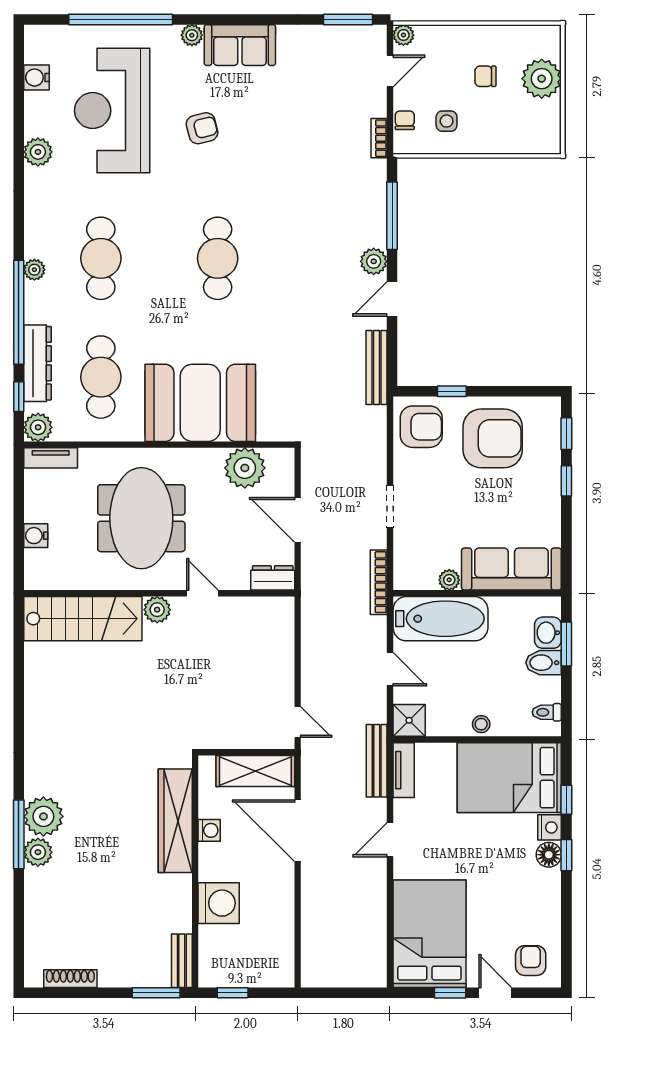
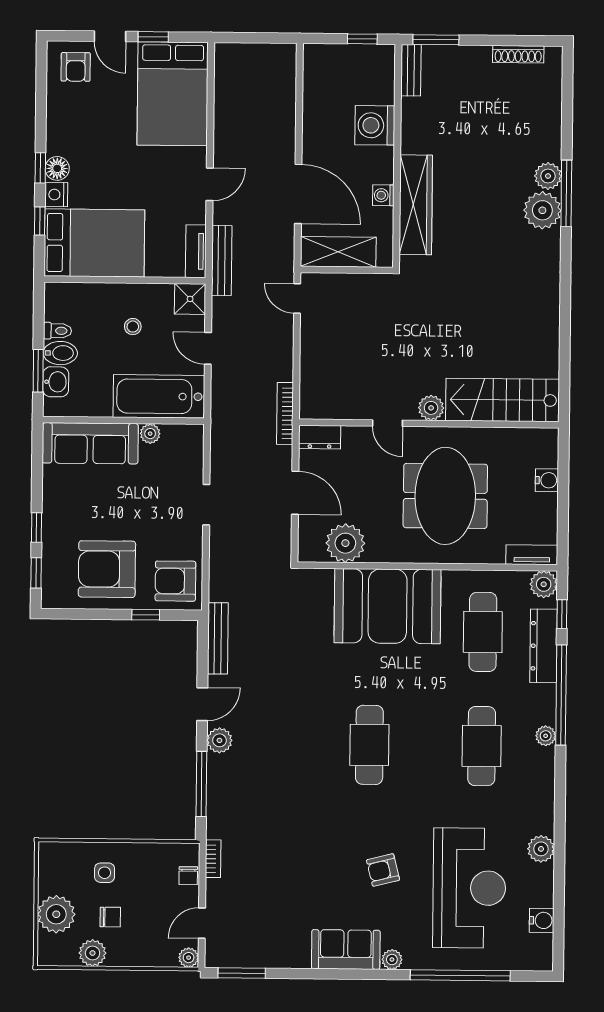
plant: (503, 39) -> (93, 953), added
side table: (447, 121) -> (105, 873), moved
bookcase: (379, 582) -> (285, 413), moved, turned 180
toilet: (547, 712) -> (57, 331), moved
stool: (481, 724) -> (133, 327), moved

